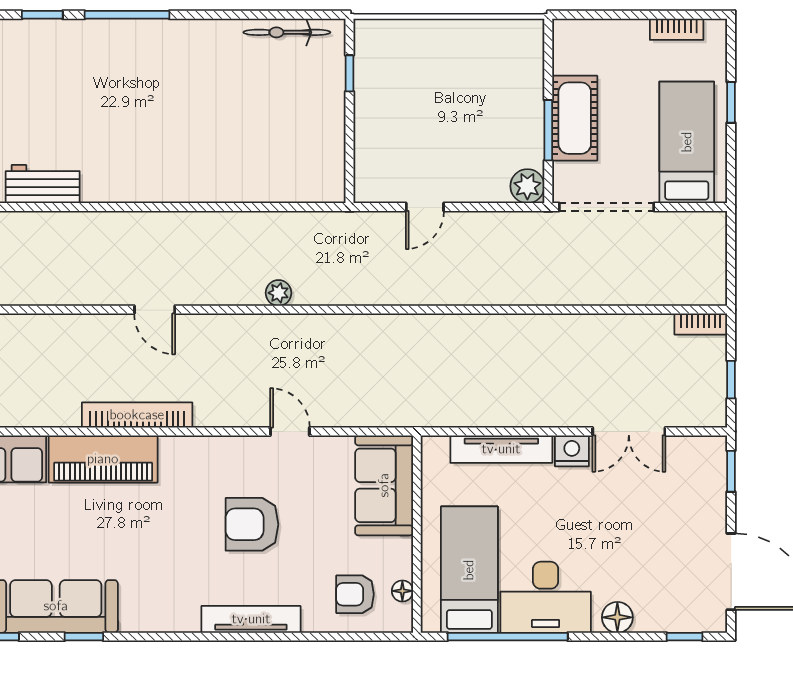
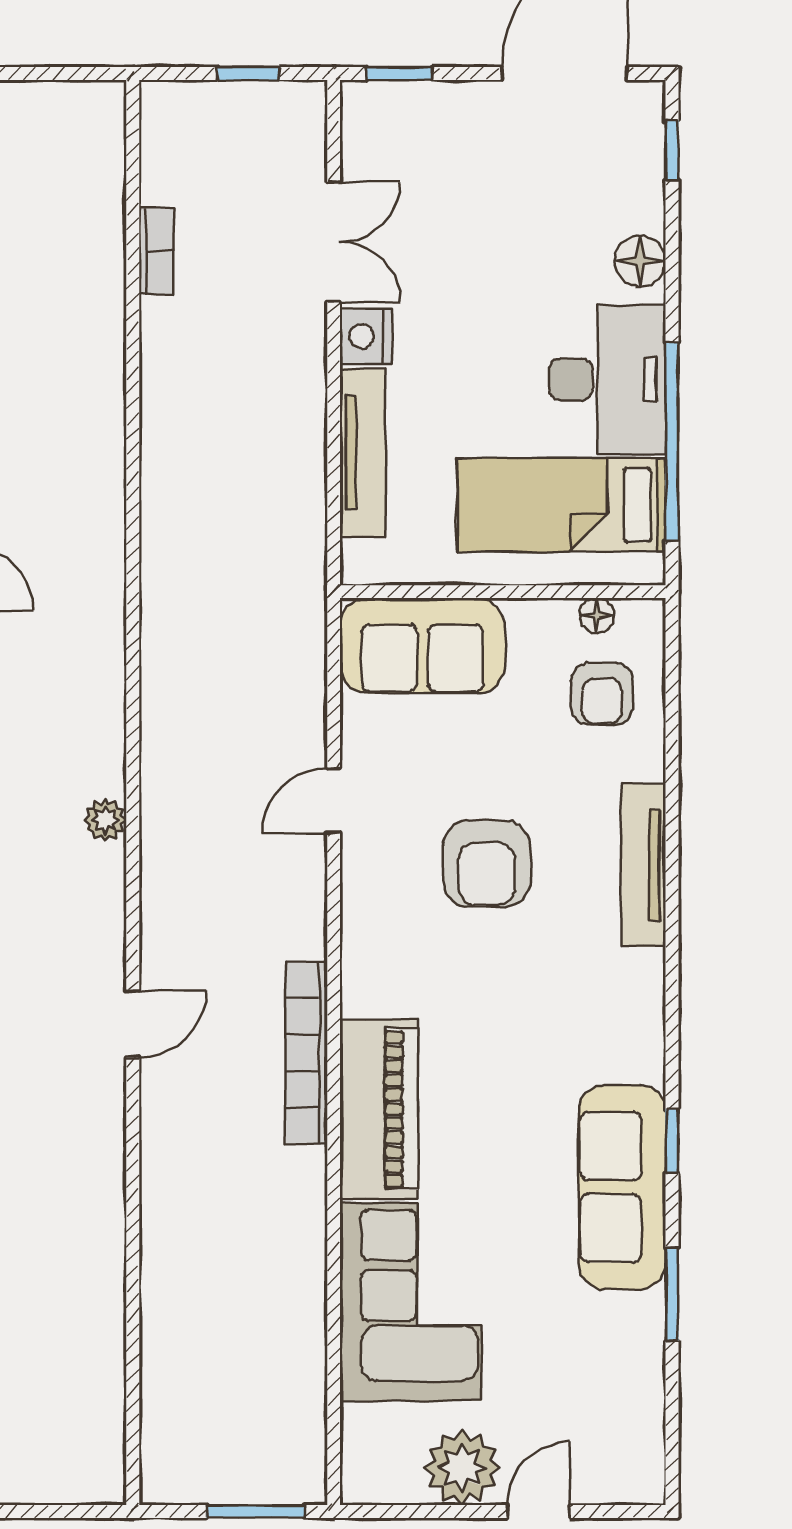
bookcase: (701, 324) -> (157, 251), moved

